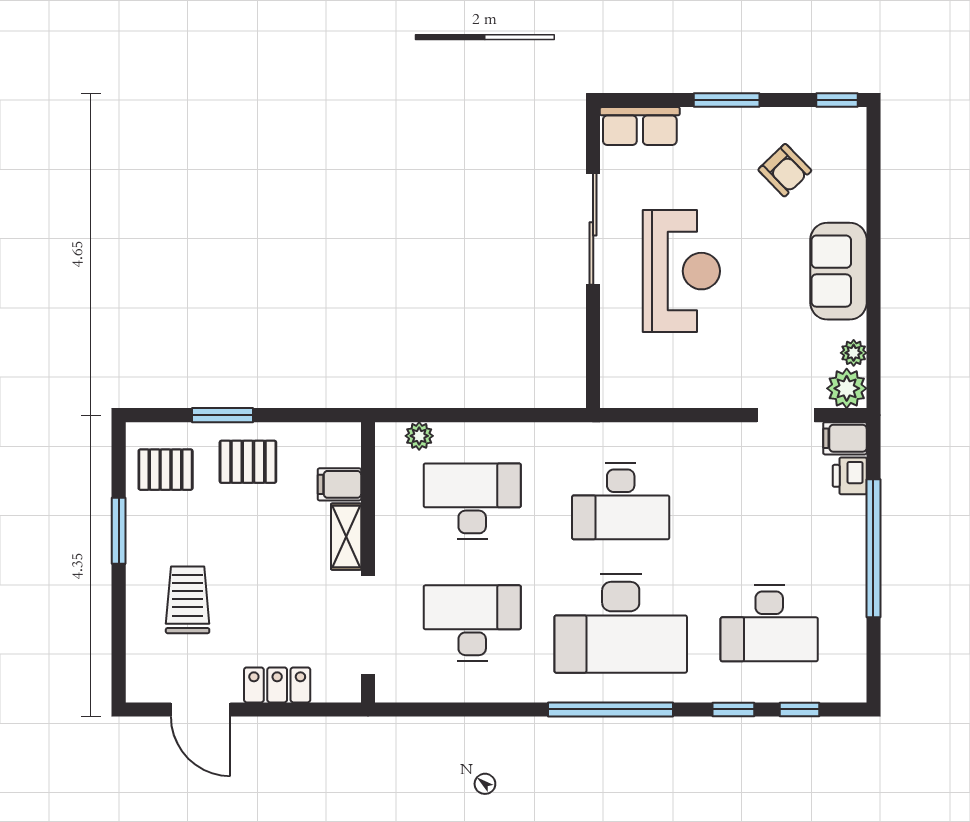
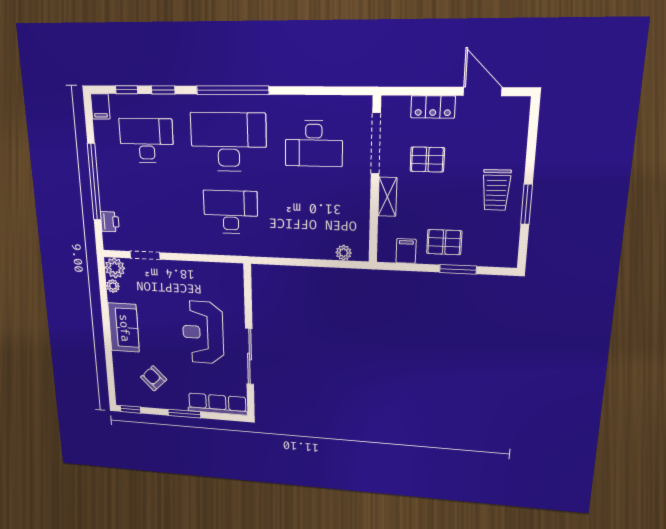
row of seats: (640, 126) -> (217, 404), width x1.48
filing cabinet: (845, 438) -> (100, 106), moved, turned 90
pallet: (166, 470) -> (427, 160), moved
filing cabinet: (339, 484) -> (406, 251), moved, turned -90
desk: (472, 501) -> (314, 215), removed
trolley: (188, 600) -> (496, 190), moved

